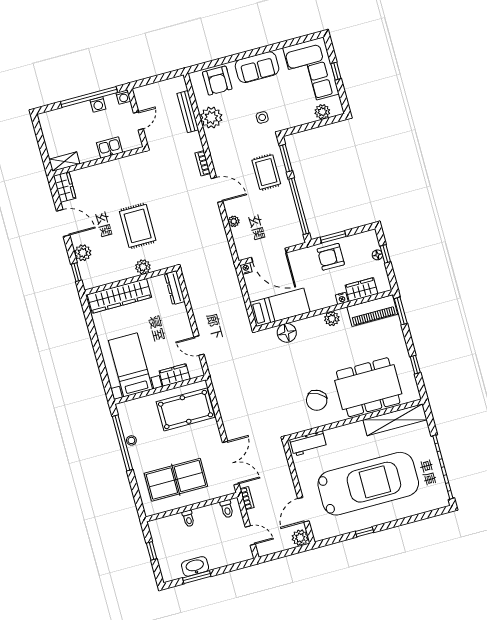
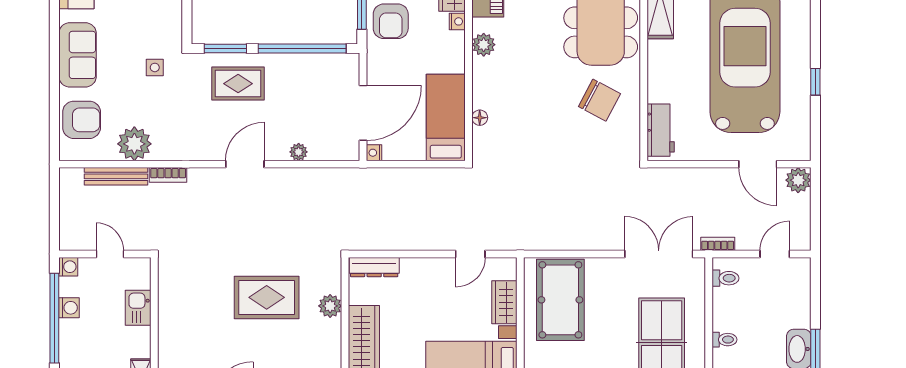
bookcase: (203, 163) -> (168, 175), moved
floor lamp: (287, 333) -> (480, 118), width x0.53, depth x0.53

